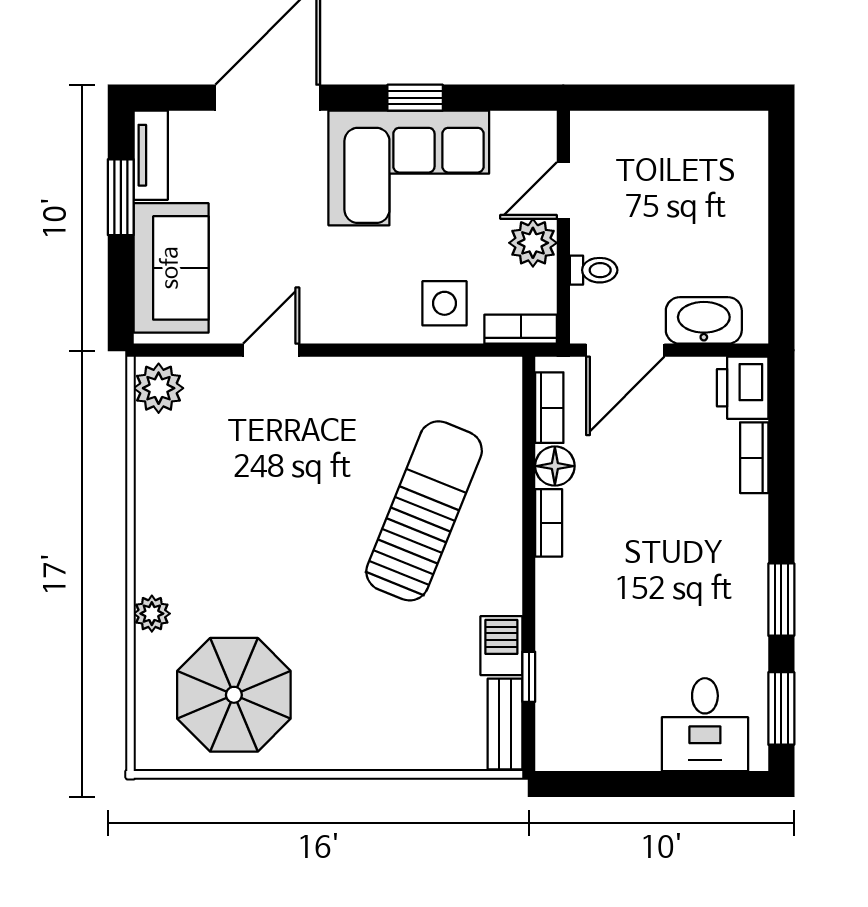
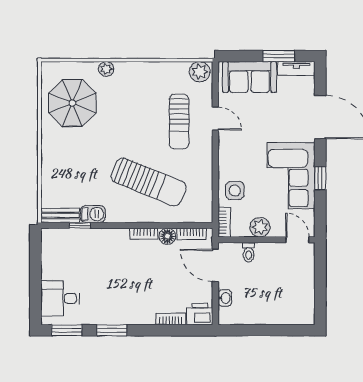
door: (563, 190) -> (297, 240), moved
washbasin: (704, 320) -> (225, 298), width x0.52, depth x0.69
sun lounger: (278, 438) -> (179, 122), added

